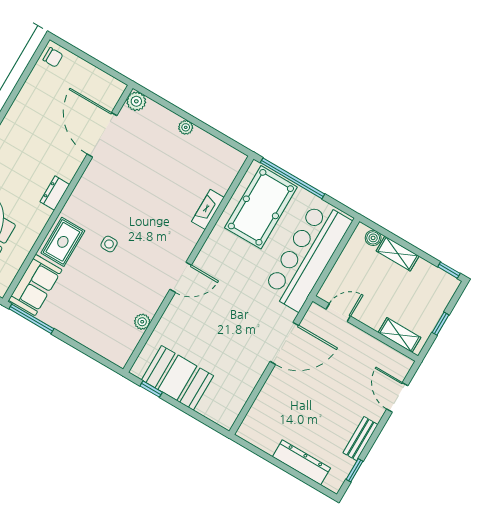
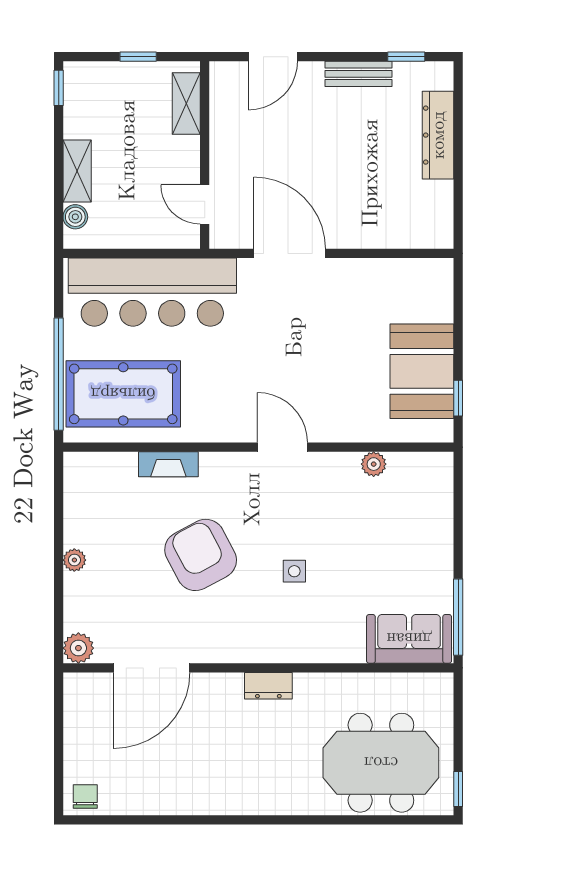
armchair: (148, 198) -> (201, 555), added
rug: (63, 242) -> (328, 636), removed

